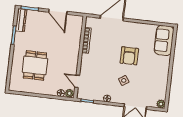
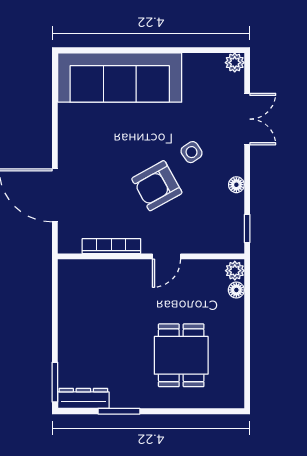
door: (58, 12) -> (55, 318), removed
sofa: (164, 40) -> (120, 78), width x1.85, depth x1.27
armchair: (129, 56) -> (157, 186), moved, turned 151
dining table: (35, 65) -> (181, 355), turned 90
door: (77, 81) -> (167, 256), moved

